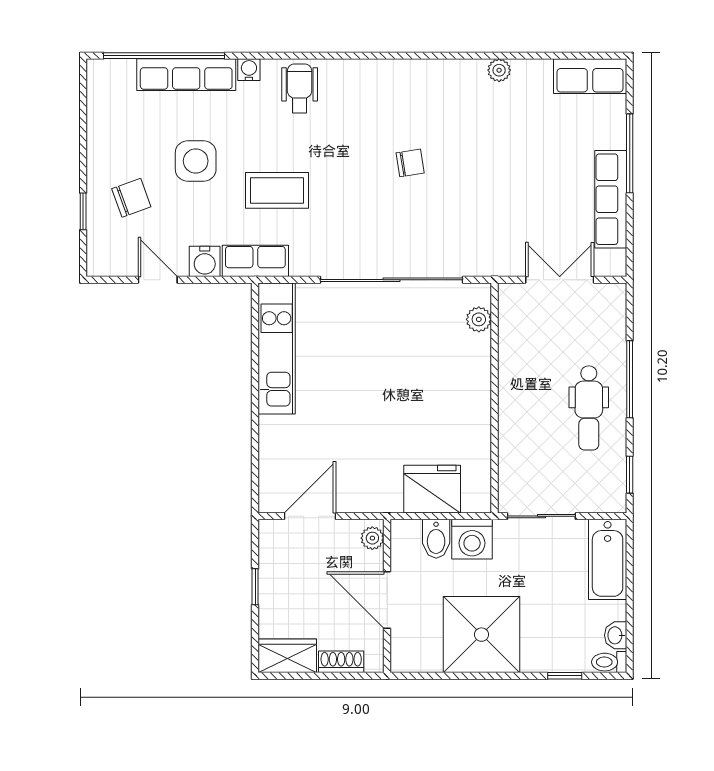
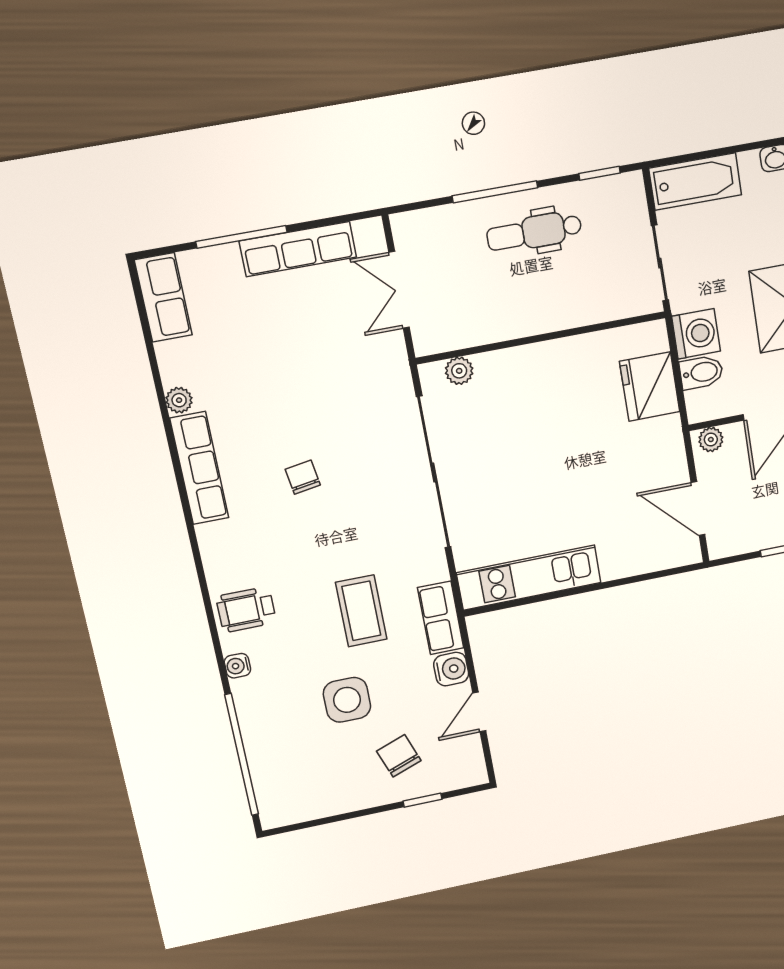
row of seats: (186, 75) -> (199, 468), moved
dental chair: (589, 408) -> (534, 232), turned 180

